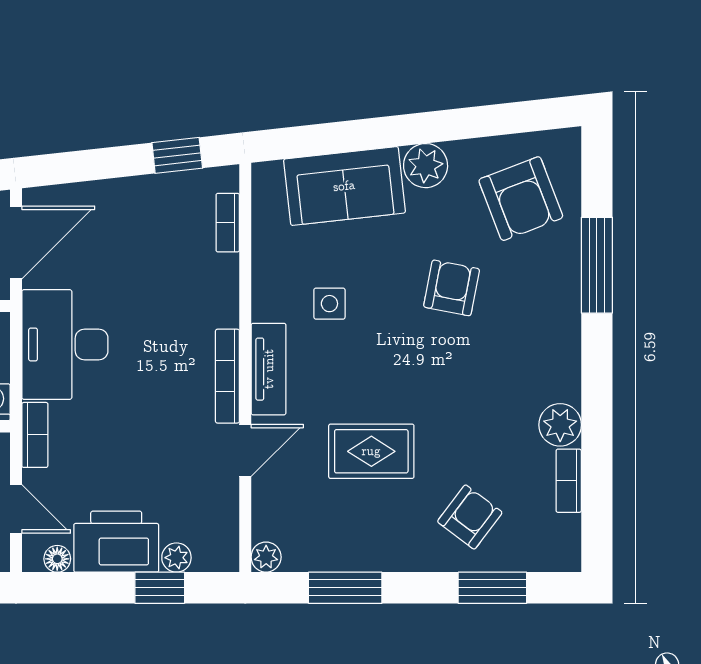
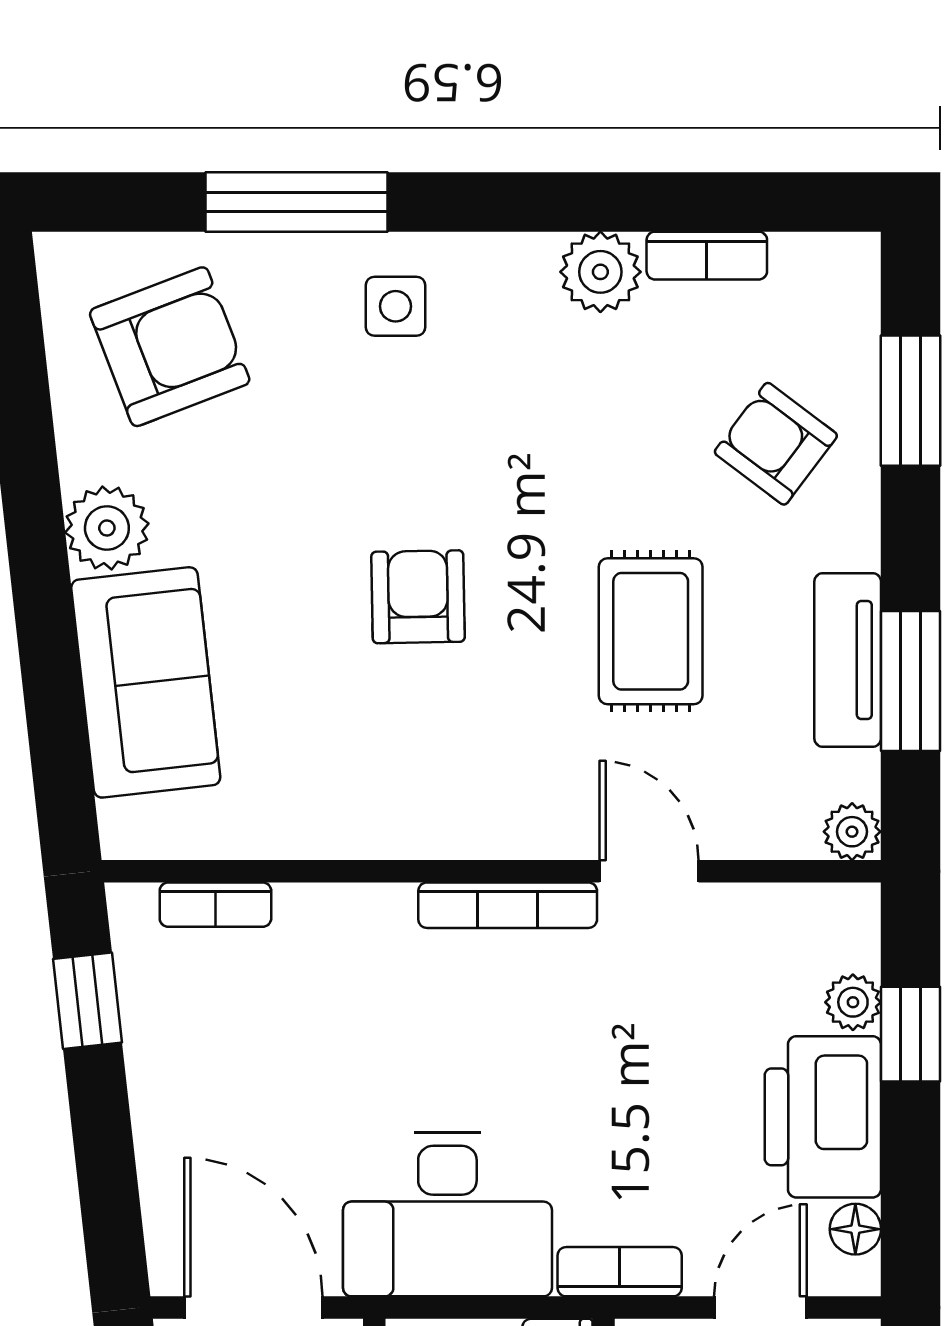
armchair: (452, 288) -> (418, 597), moved, turned 78
side table: (329, 304) -> (396, 306), moved
tv unit: (269, 369) -> (848, 660), moved, turned -90

